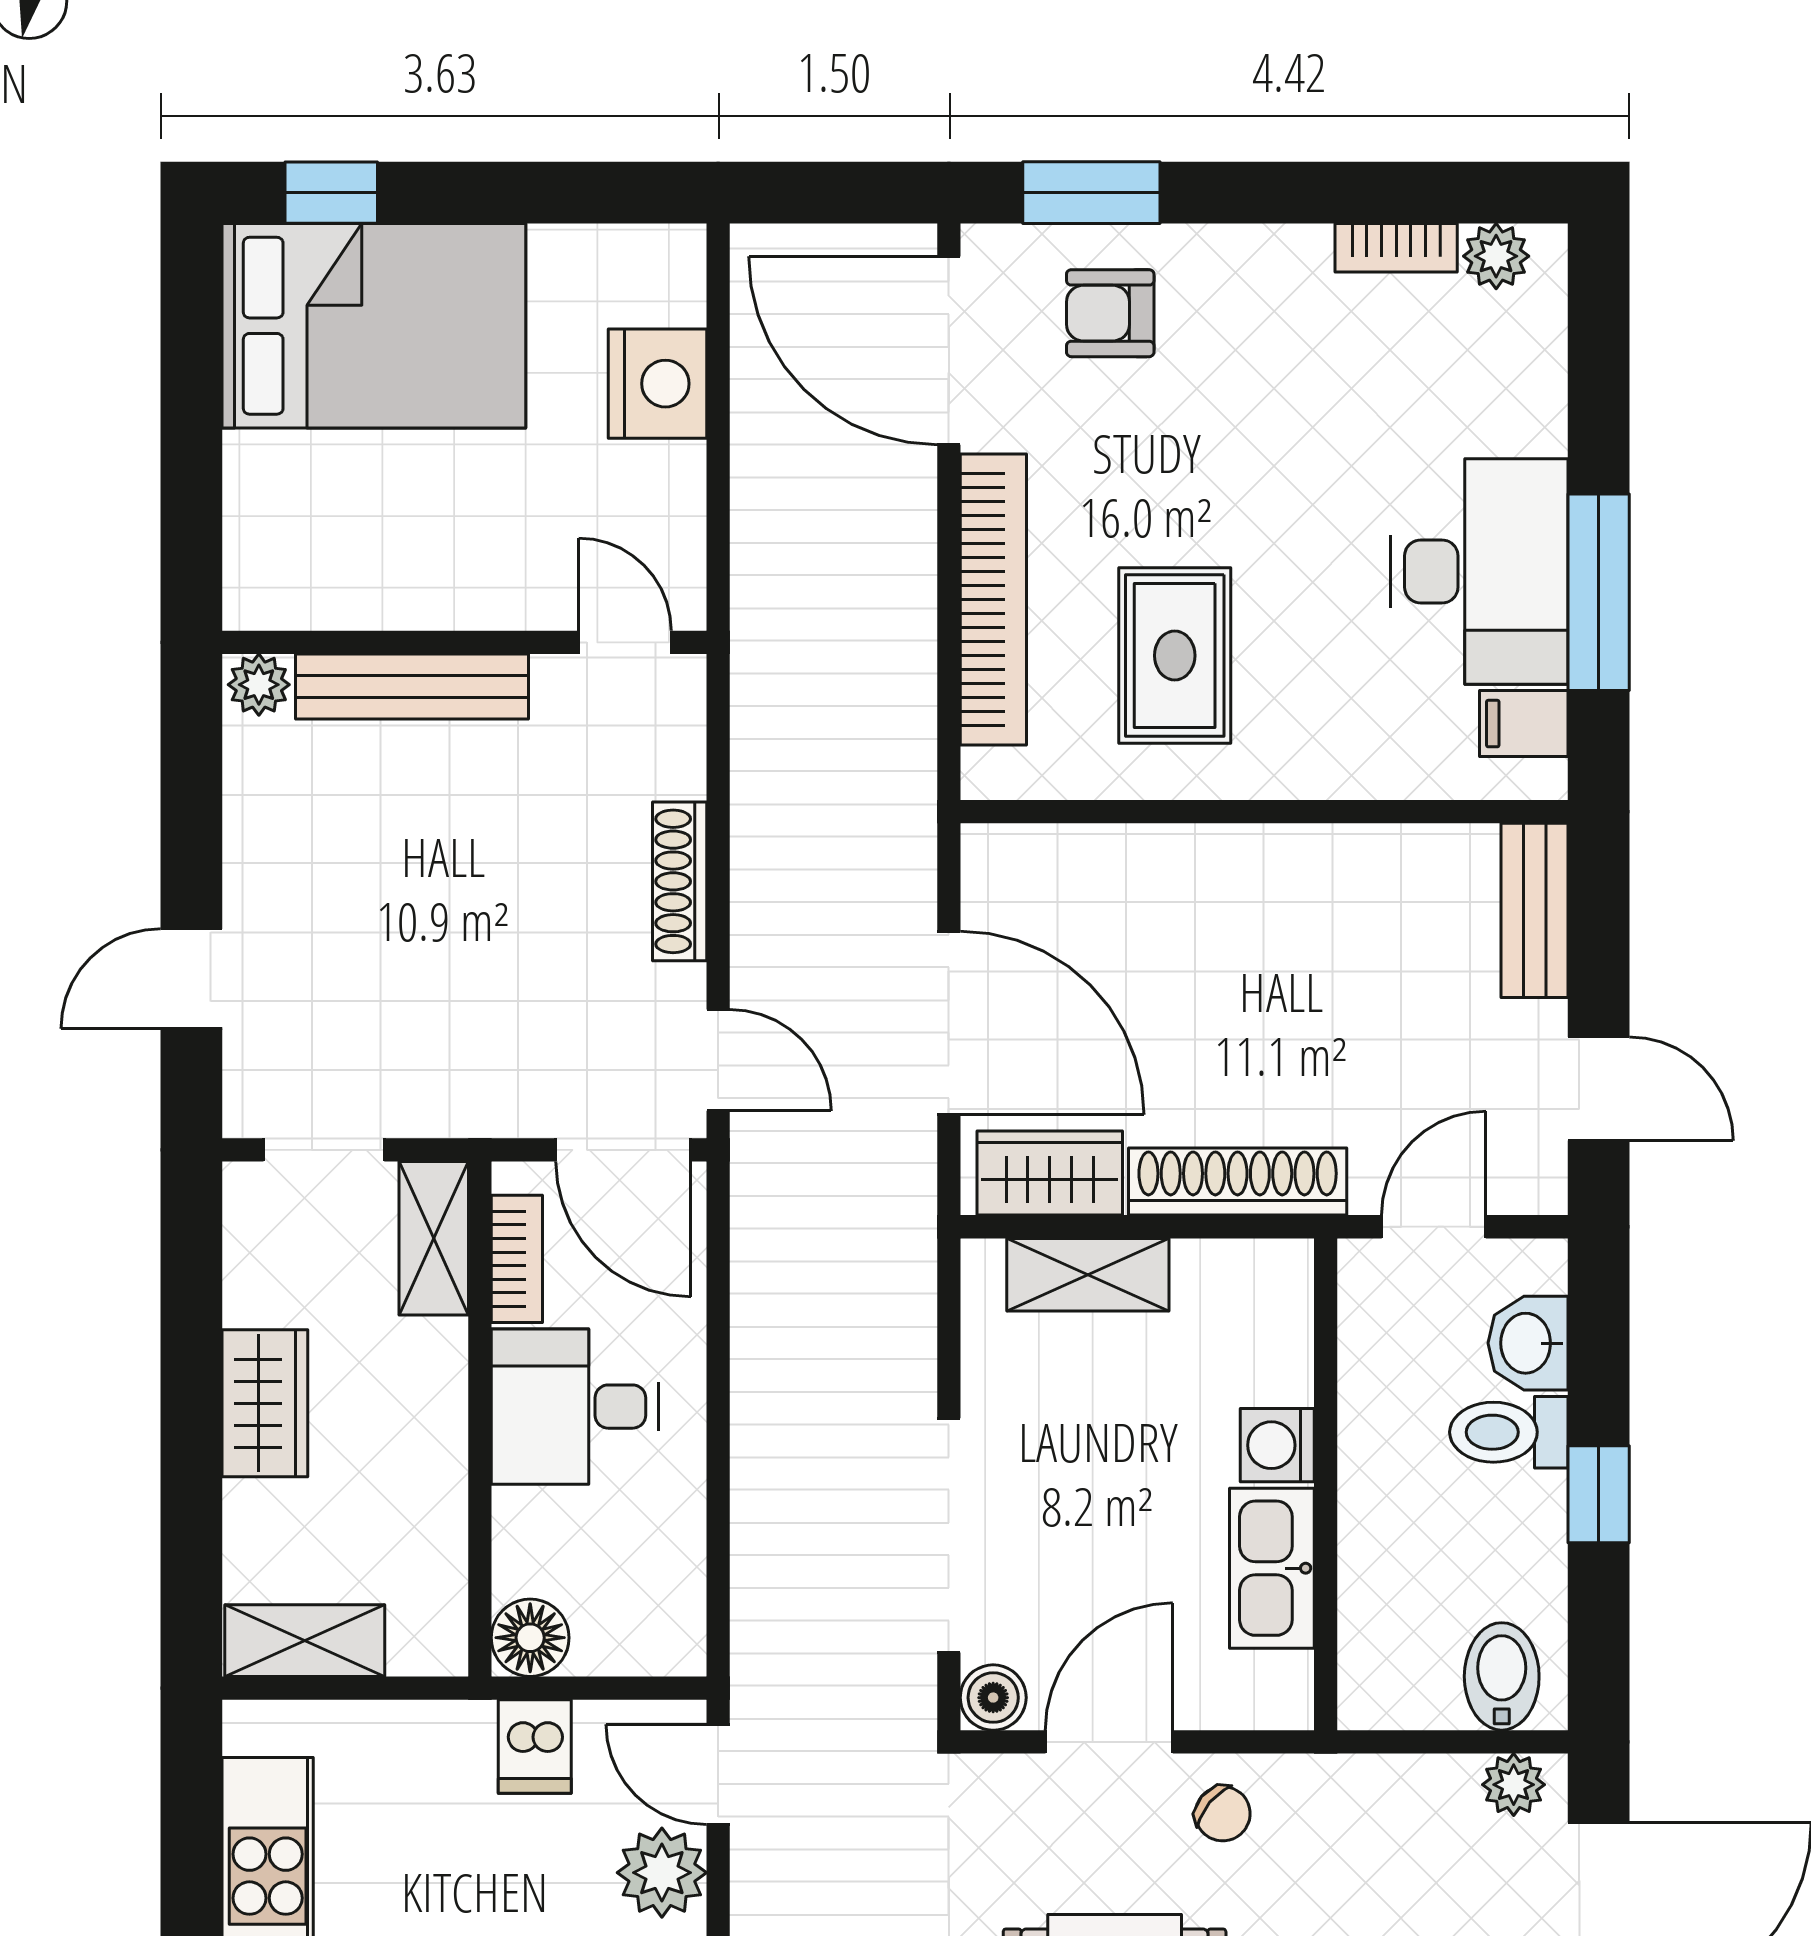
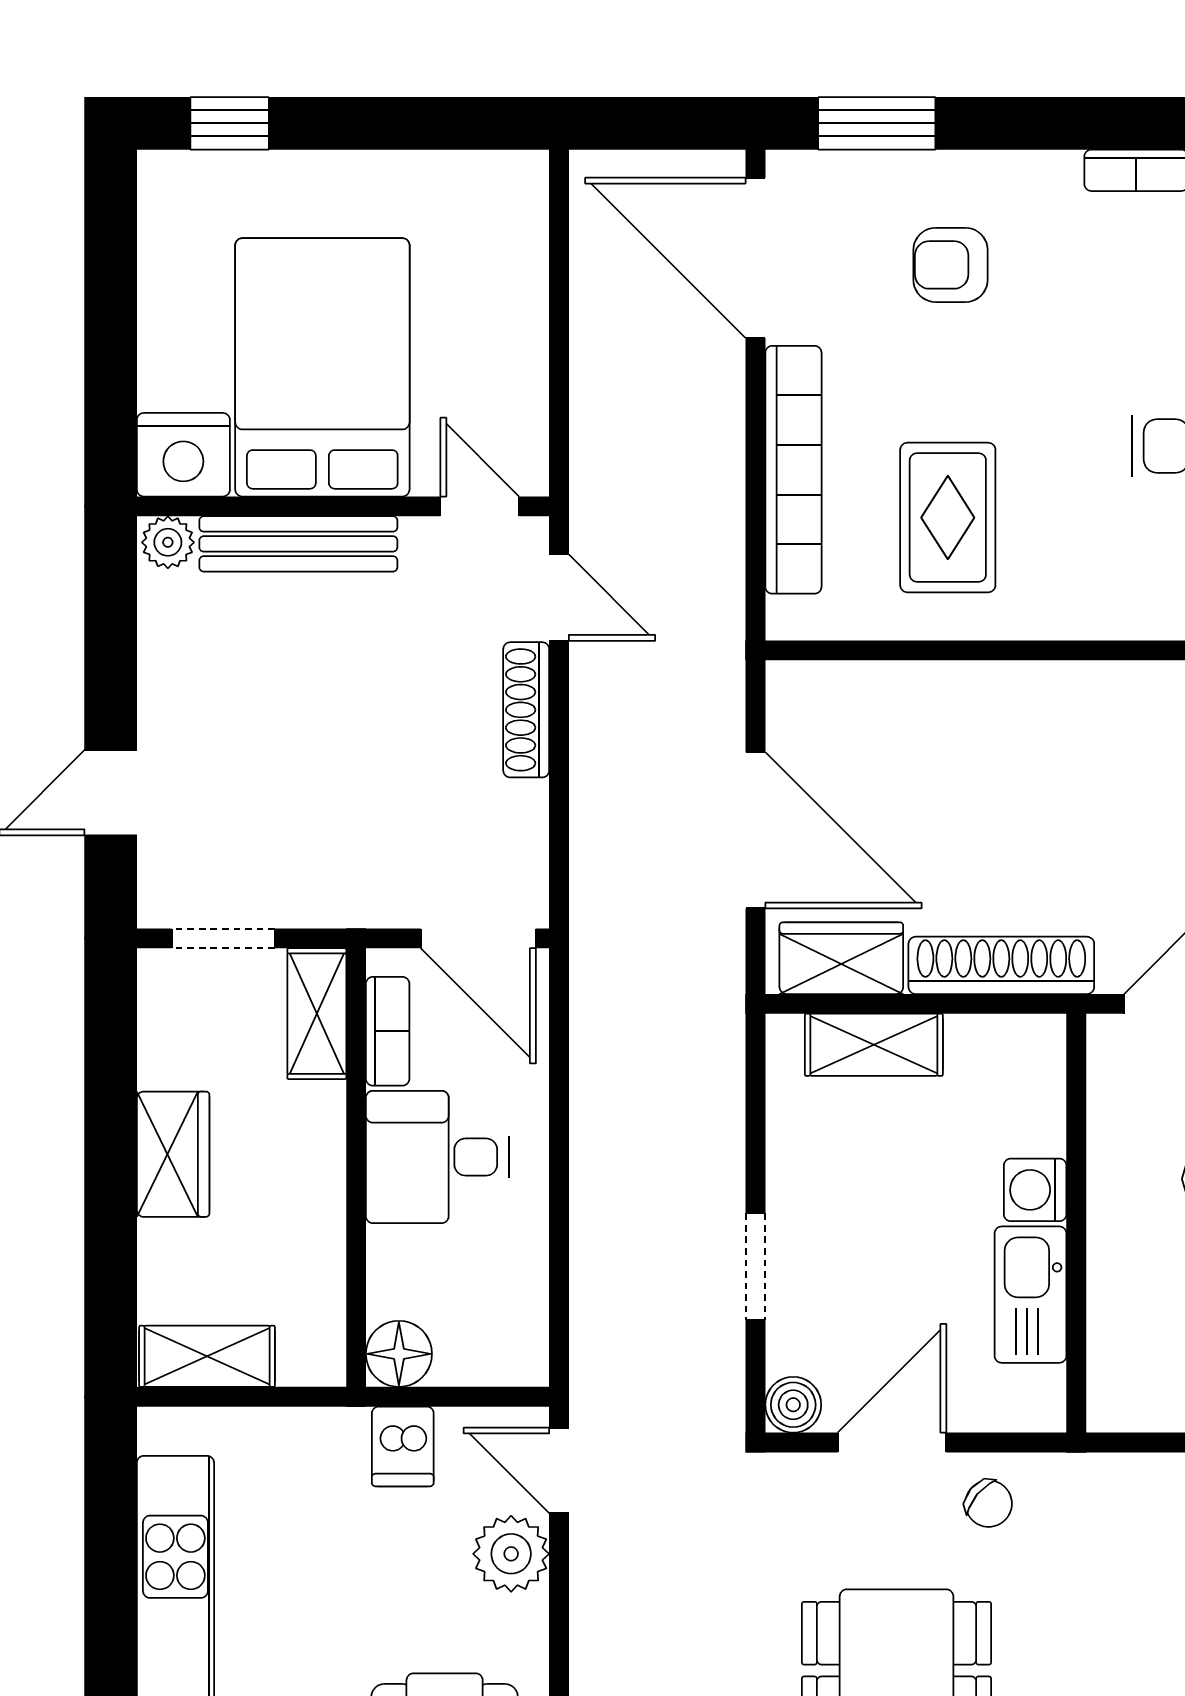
armchair: (1110, 313) -> (951, 265), moved
bed: (374, 326) -> (322, 367), moved, turned -90
nightstand: (658, 384) -> (183, 455), moved, turned 90
door: (718, 1060) -> (559, 598), moved
doorway: (949, 1535) -> (755, 1267), width x0.53

